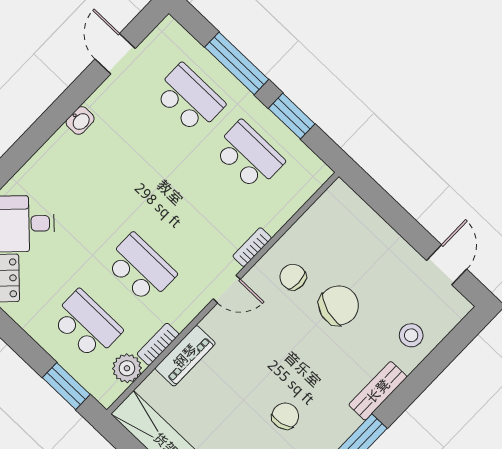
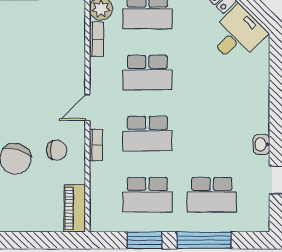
washbasin: (80, 120) -> (262, 144), moved
school desk: (195, 212) -> (147, 134), added
piano: (185, 356) -> (75, 208), moved

